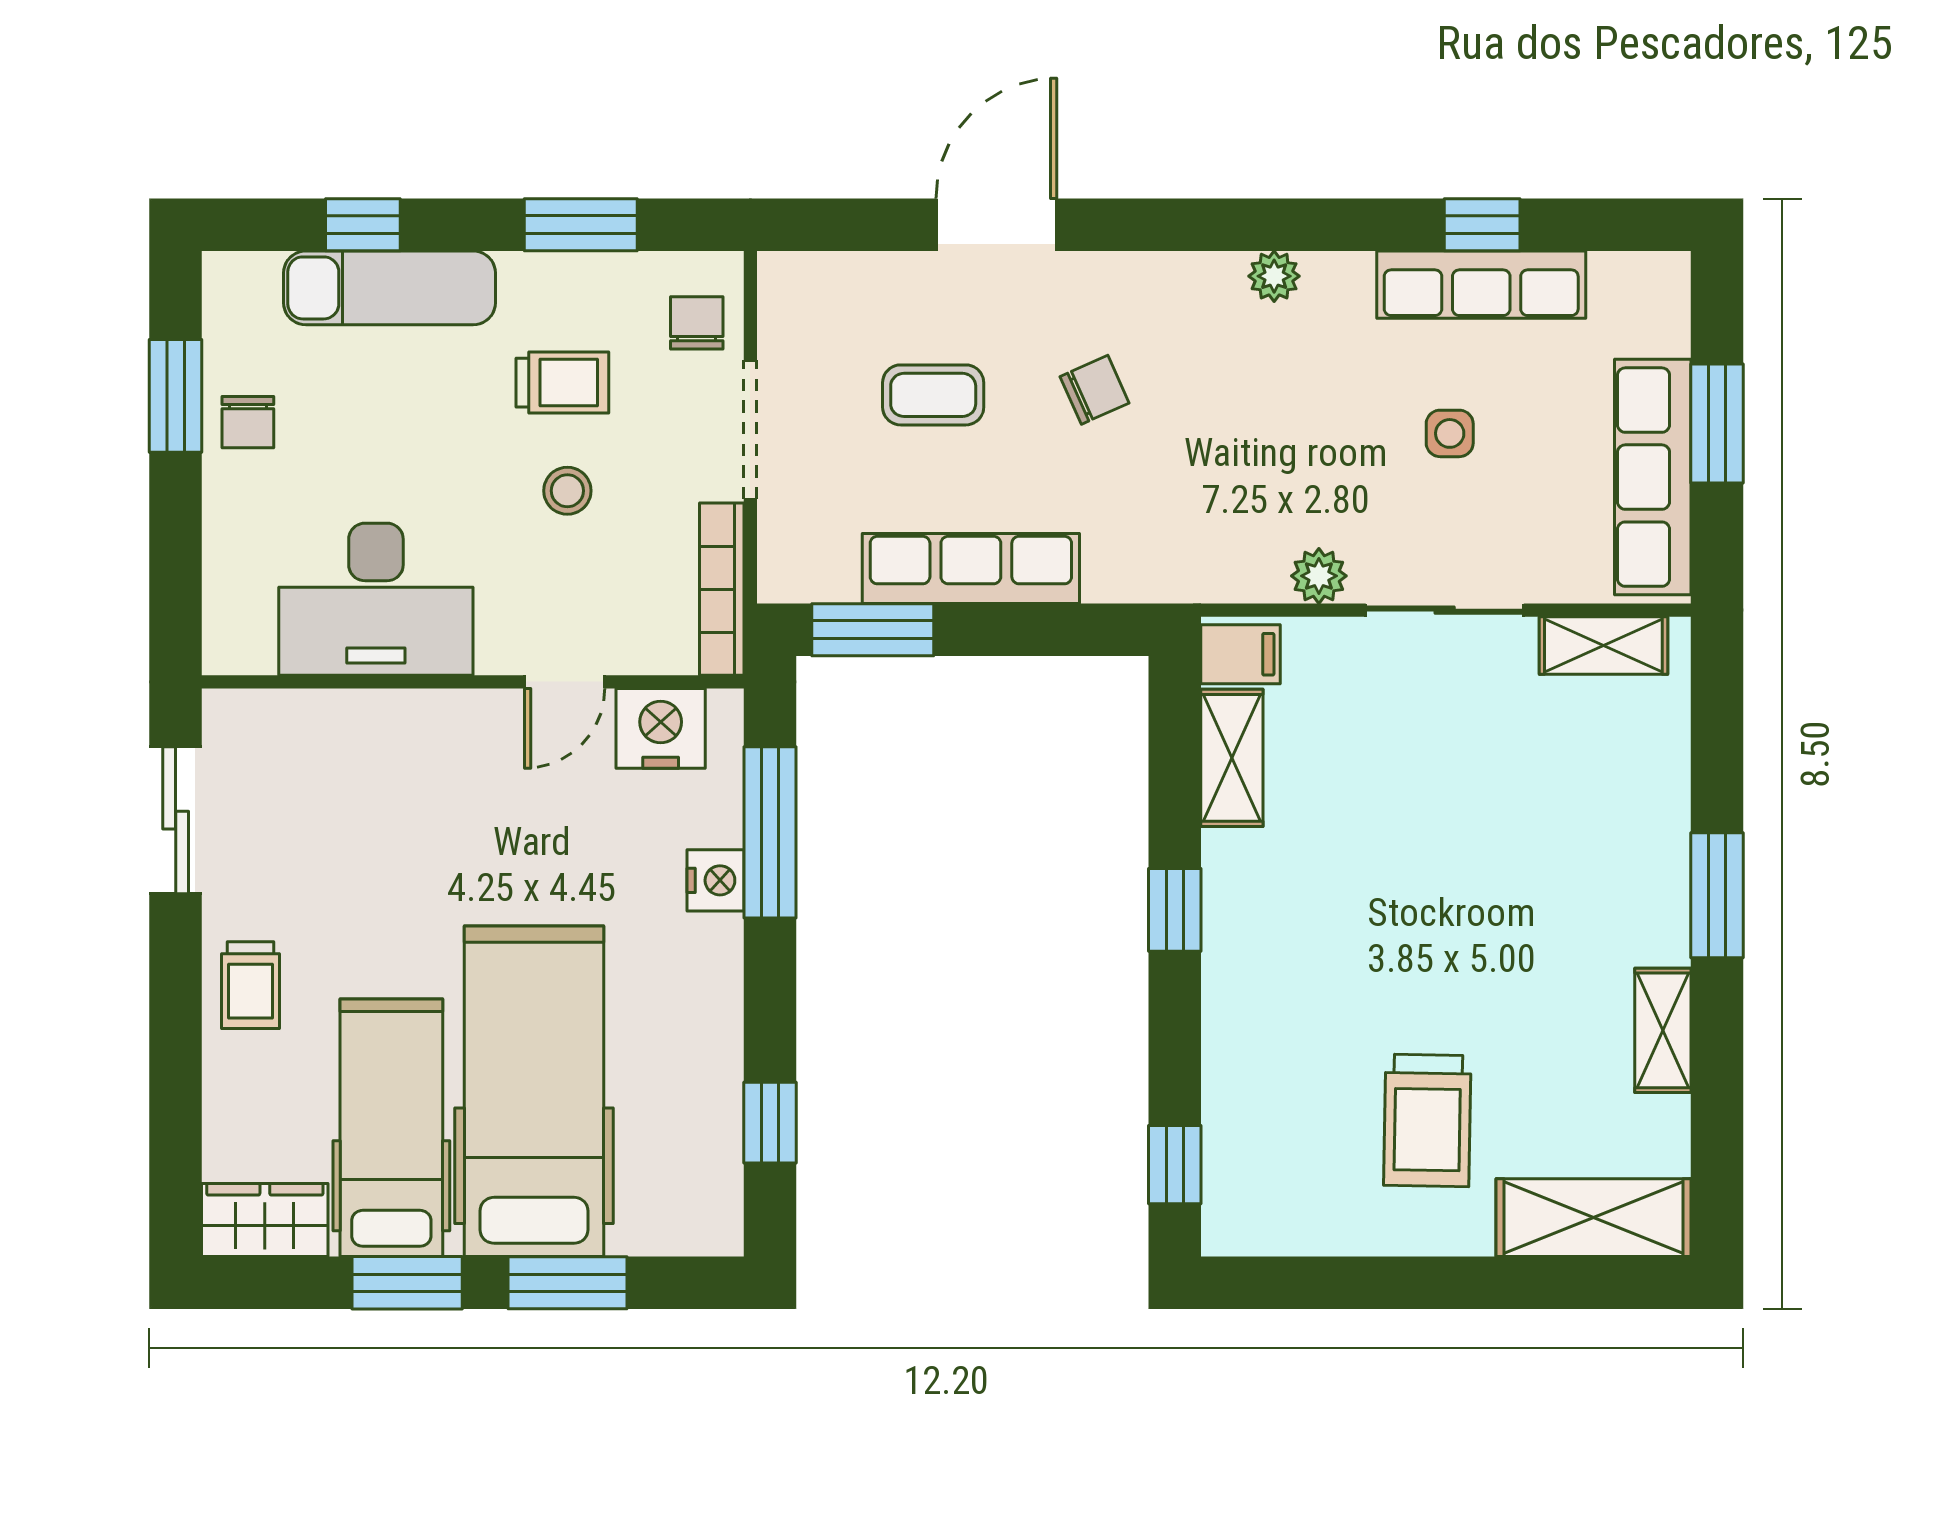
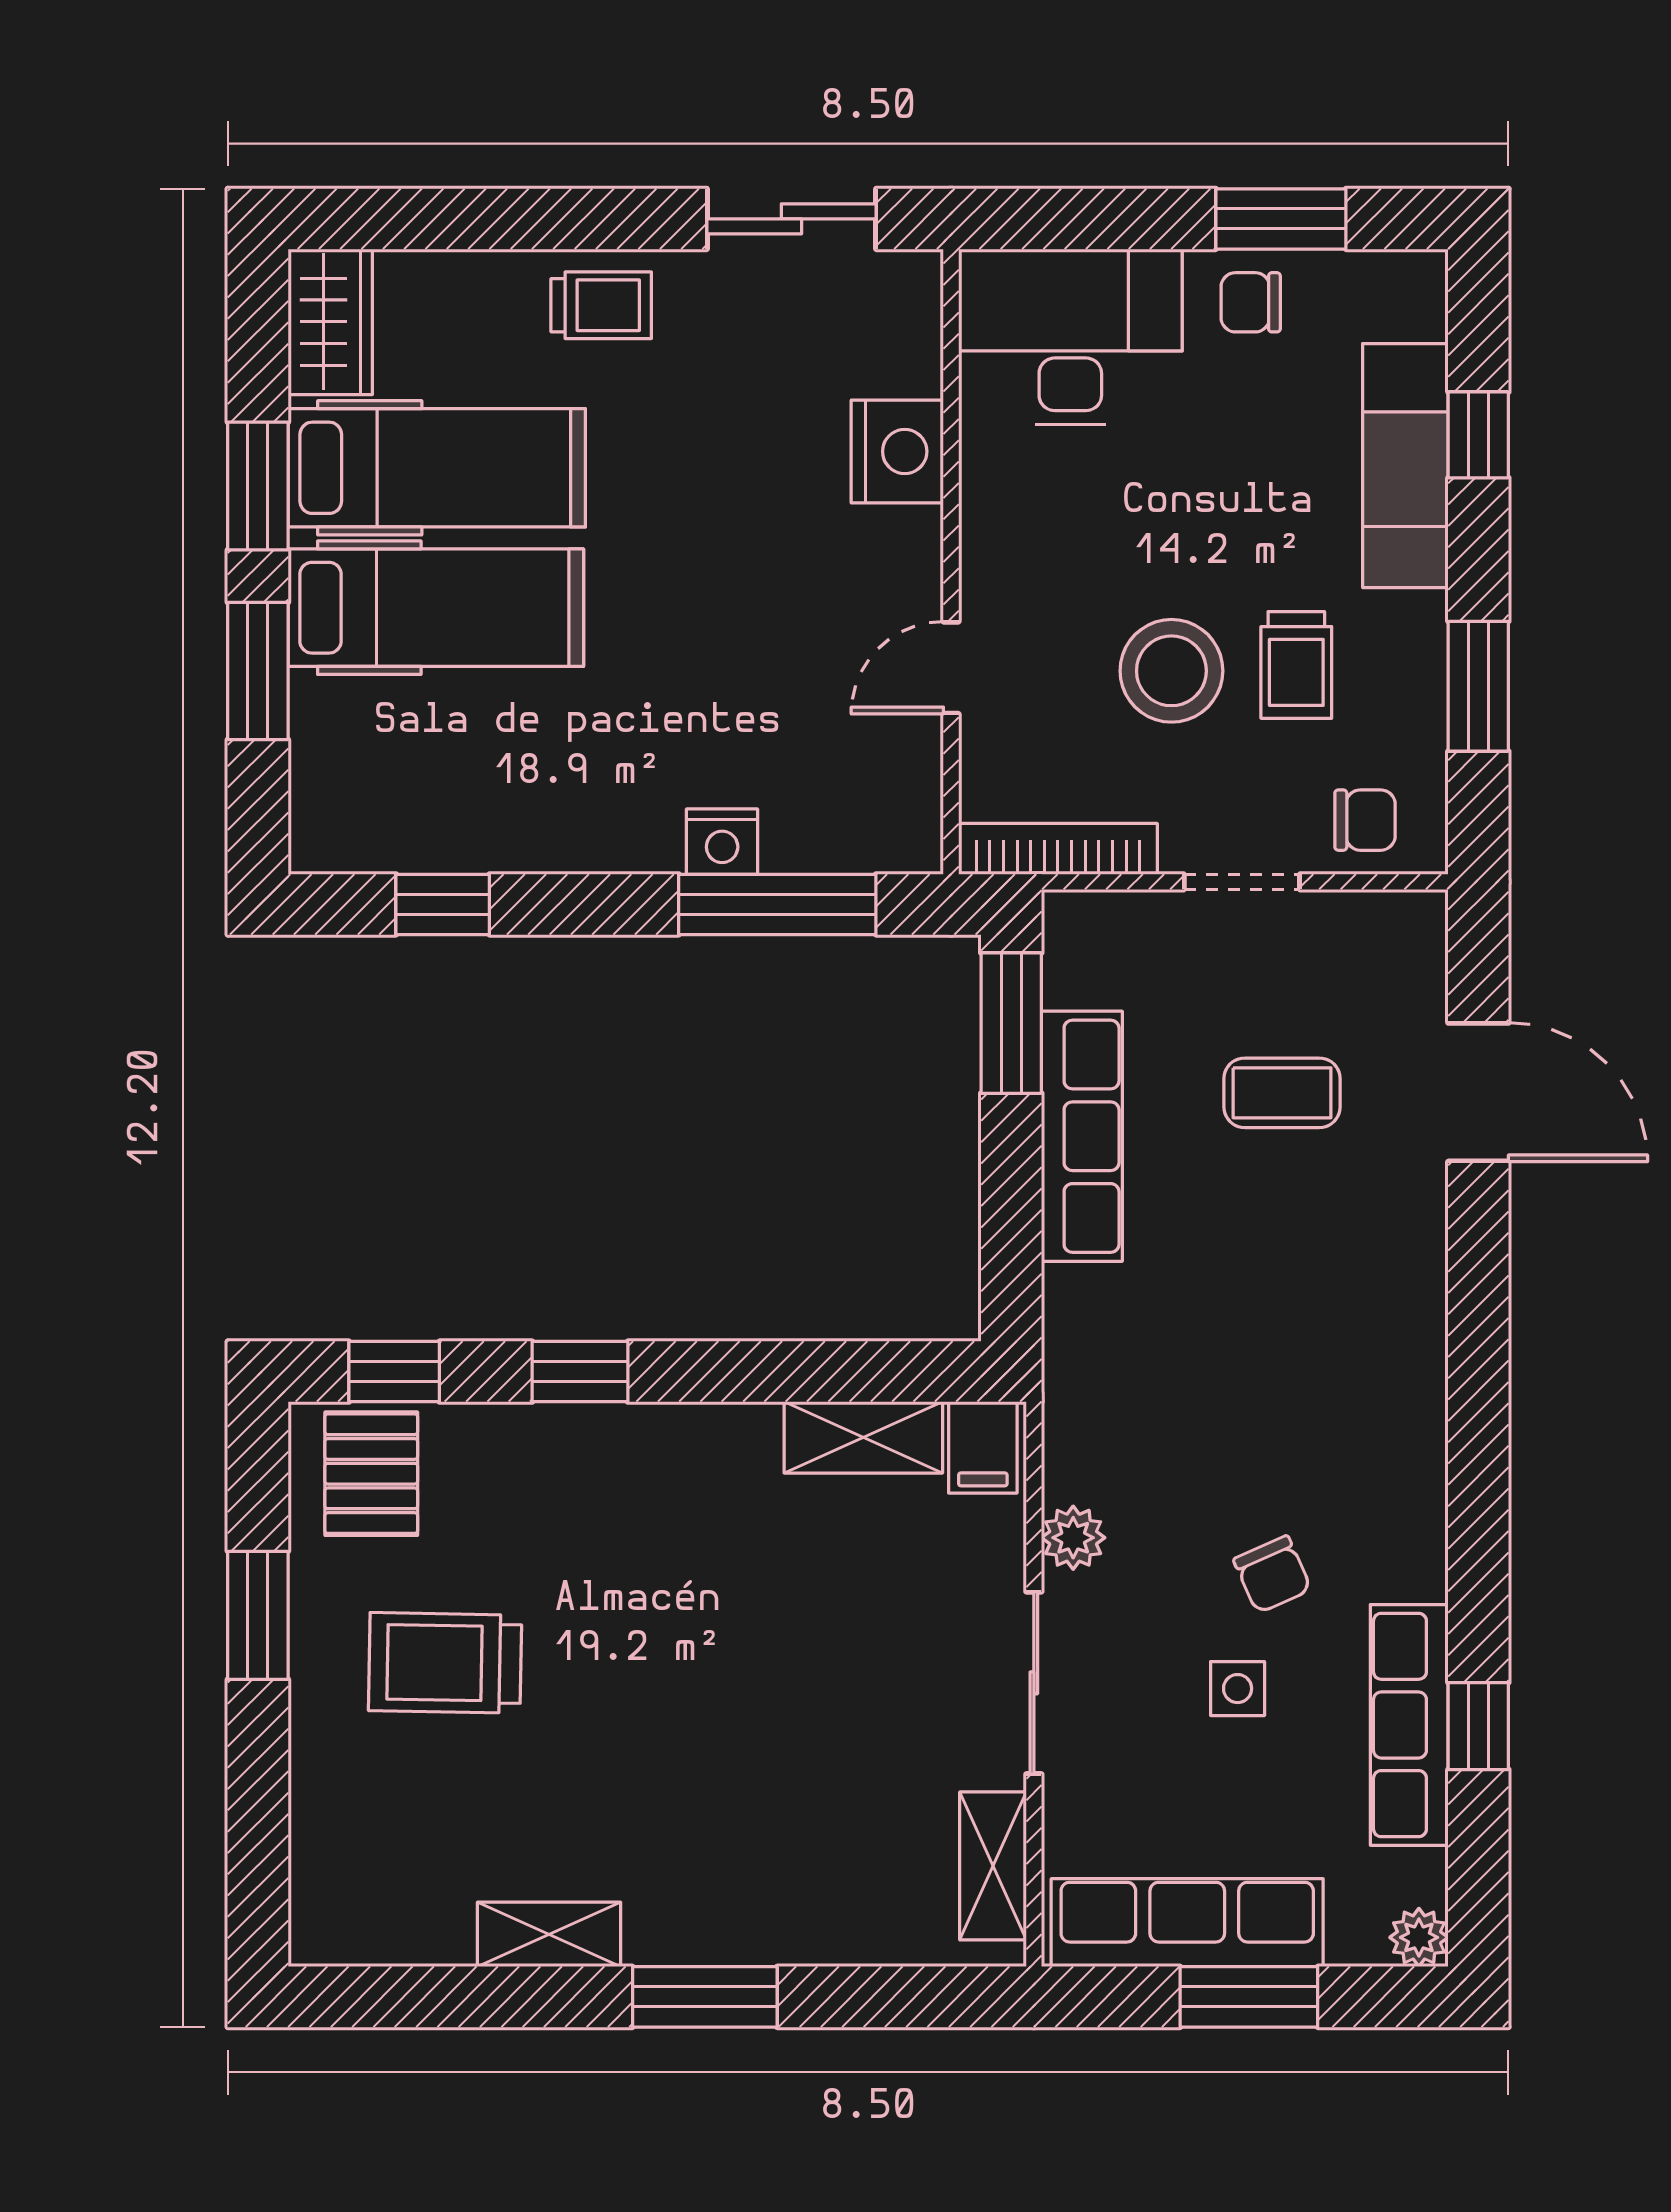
door: (996, 225) -> (1478, 1092), moved
plant: (1274, 276) -> (1419, 1937), moved
chair: (1095, 390) -> (1272, 1574), moved
coffee table: (933, 395) -> (1282, 1093), turned 90
doorway: (750, 430) -> (1242, 882), width x0.73
stool: (567, 491) -> (1171, 671), width x1.89, depth x1.89
desk: (376, 599) -> (1070, 337), moved, turned 90
door: (565, 682) -> (951, 668), hinge flipped
nightstand: (661, 728) -> (897, 451), moved
window: (1175, 910) -> (580, 1372), moved
trolley: (250, 985) -> (601, 305), turned 180
hospital bed: (534, 1091) -> (436, 608), width x0.73, depth x0.78
pallet: (1263, 1184) -> (371, 1474), added
shelving: (1593, 1218) -> (333, 1854), removed
window: (1386, 1283) -> (258, 1615), added

